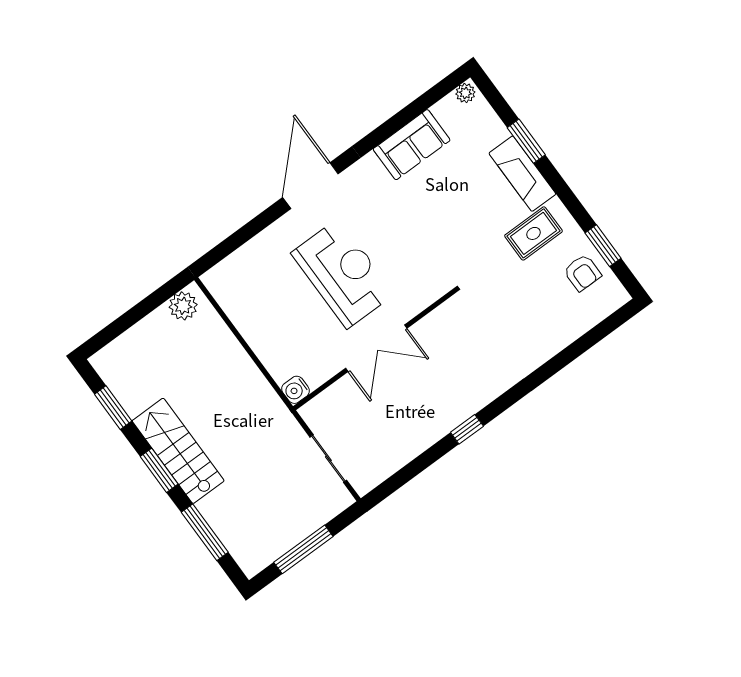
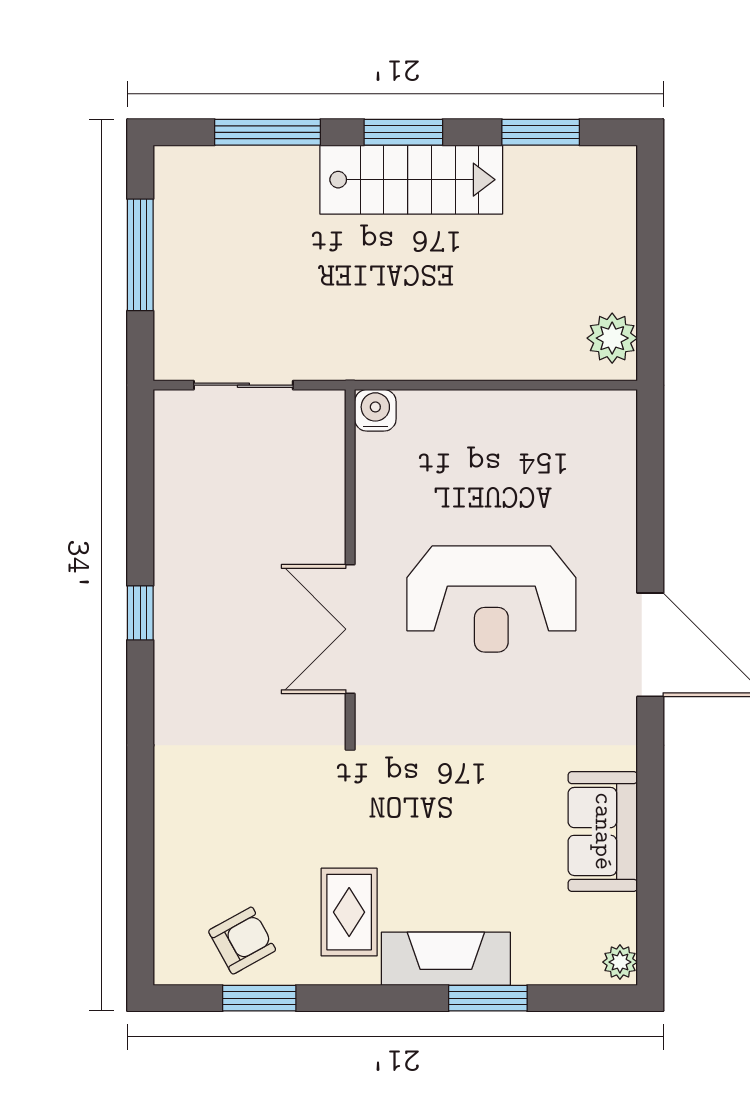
armchair: (582, 273) -> (242, 941), turned 151
double door: (376, 348) -> (350, 629), moved

